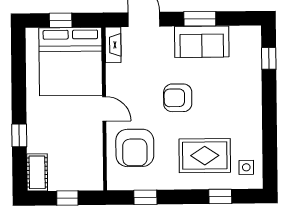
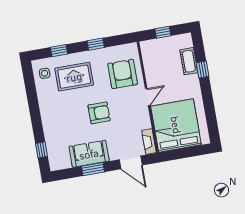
window: (61, 20) -> (187, 152), removed
door: (104, 109) -> (148, 97), swing flipped
cot: (37, 172) -> (189, 61), moved
window: (145, 197) -> (96, 44), moved

